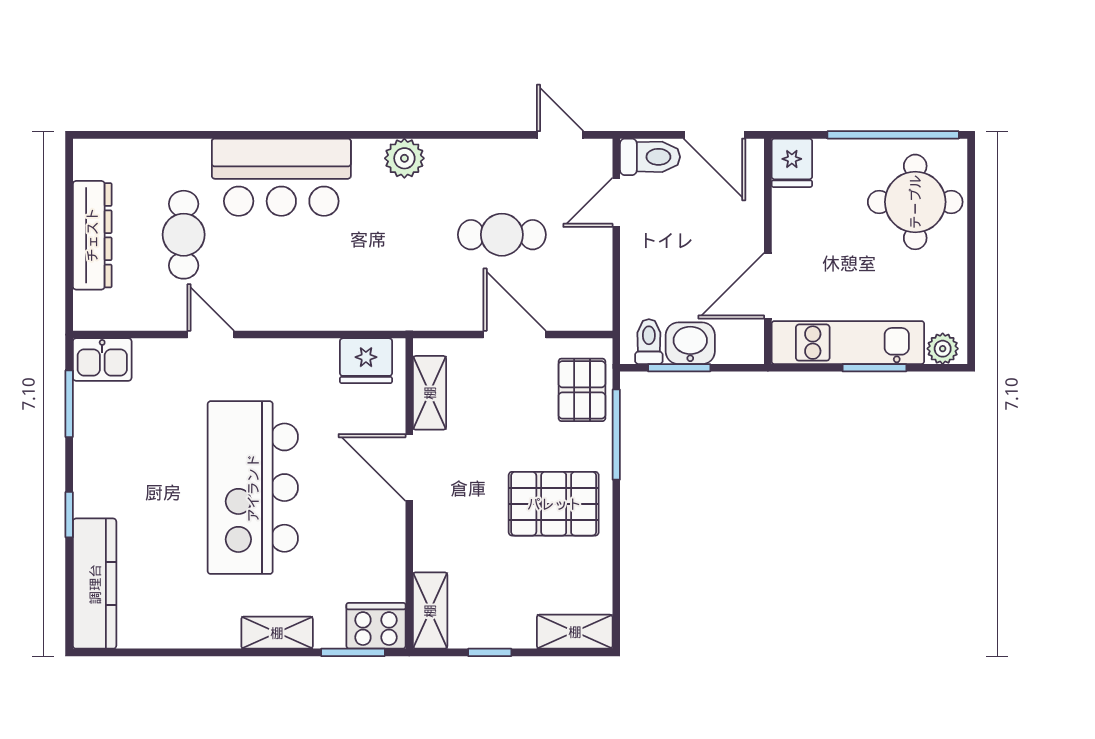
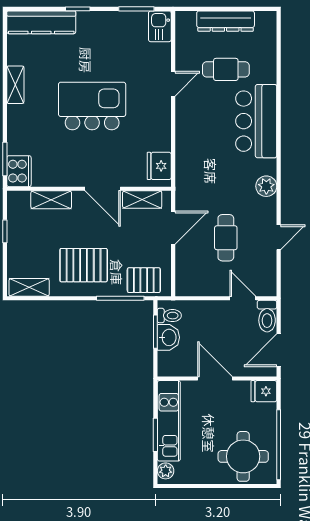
door: (560, 135) -> (279, 237), moved
door: (768, 286) -> (215, 378), moved
door: (515, 335) -> (173, 228), moved
door: (409, 468) -> (103, 189), swing flipped
kitchen island: (253, 488) -> (92, 106), width x0.73
pallet: (554, 504) -> (84, 265), turned 90
shelving: (430, 611) -> (51, 200), moved
shelving: (575, 632) -> (29, 287), moved, turned 90
shelving: (277, 633) -> (15, 85), moved

